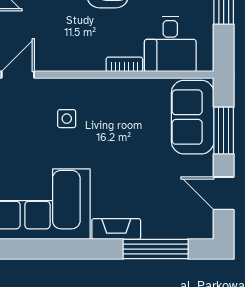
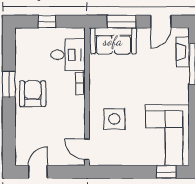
side table: (67, 119) -> (114, 119), width x1.87, depth x1.87
fireplace: (116, 229) -> (183, 52), moved

